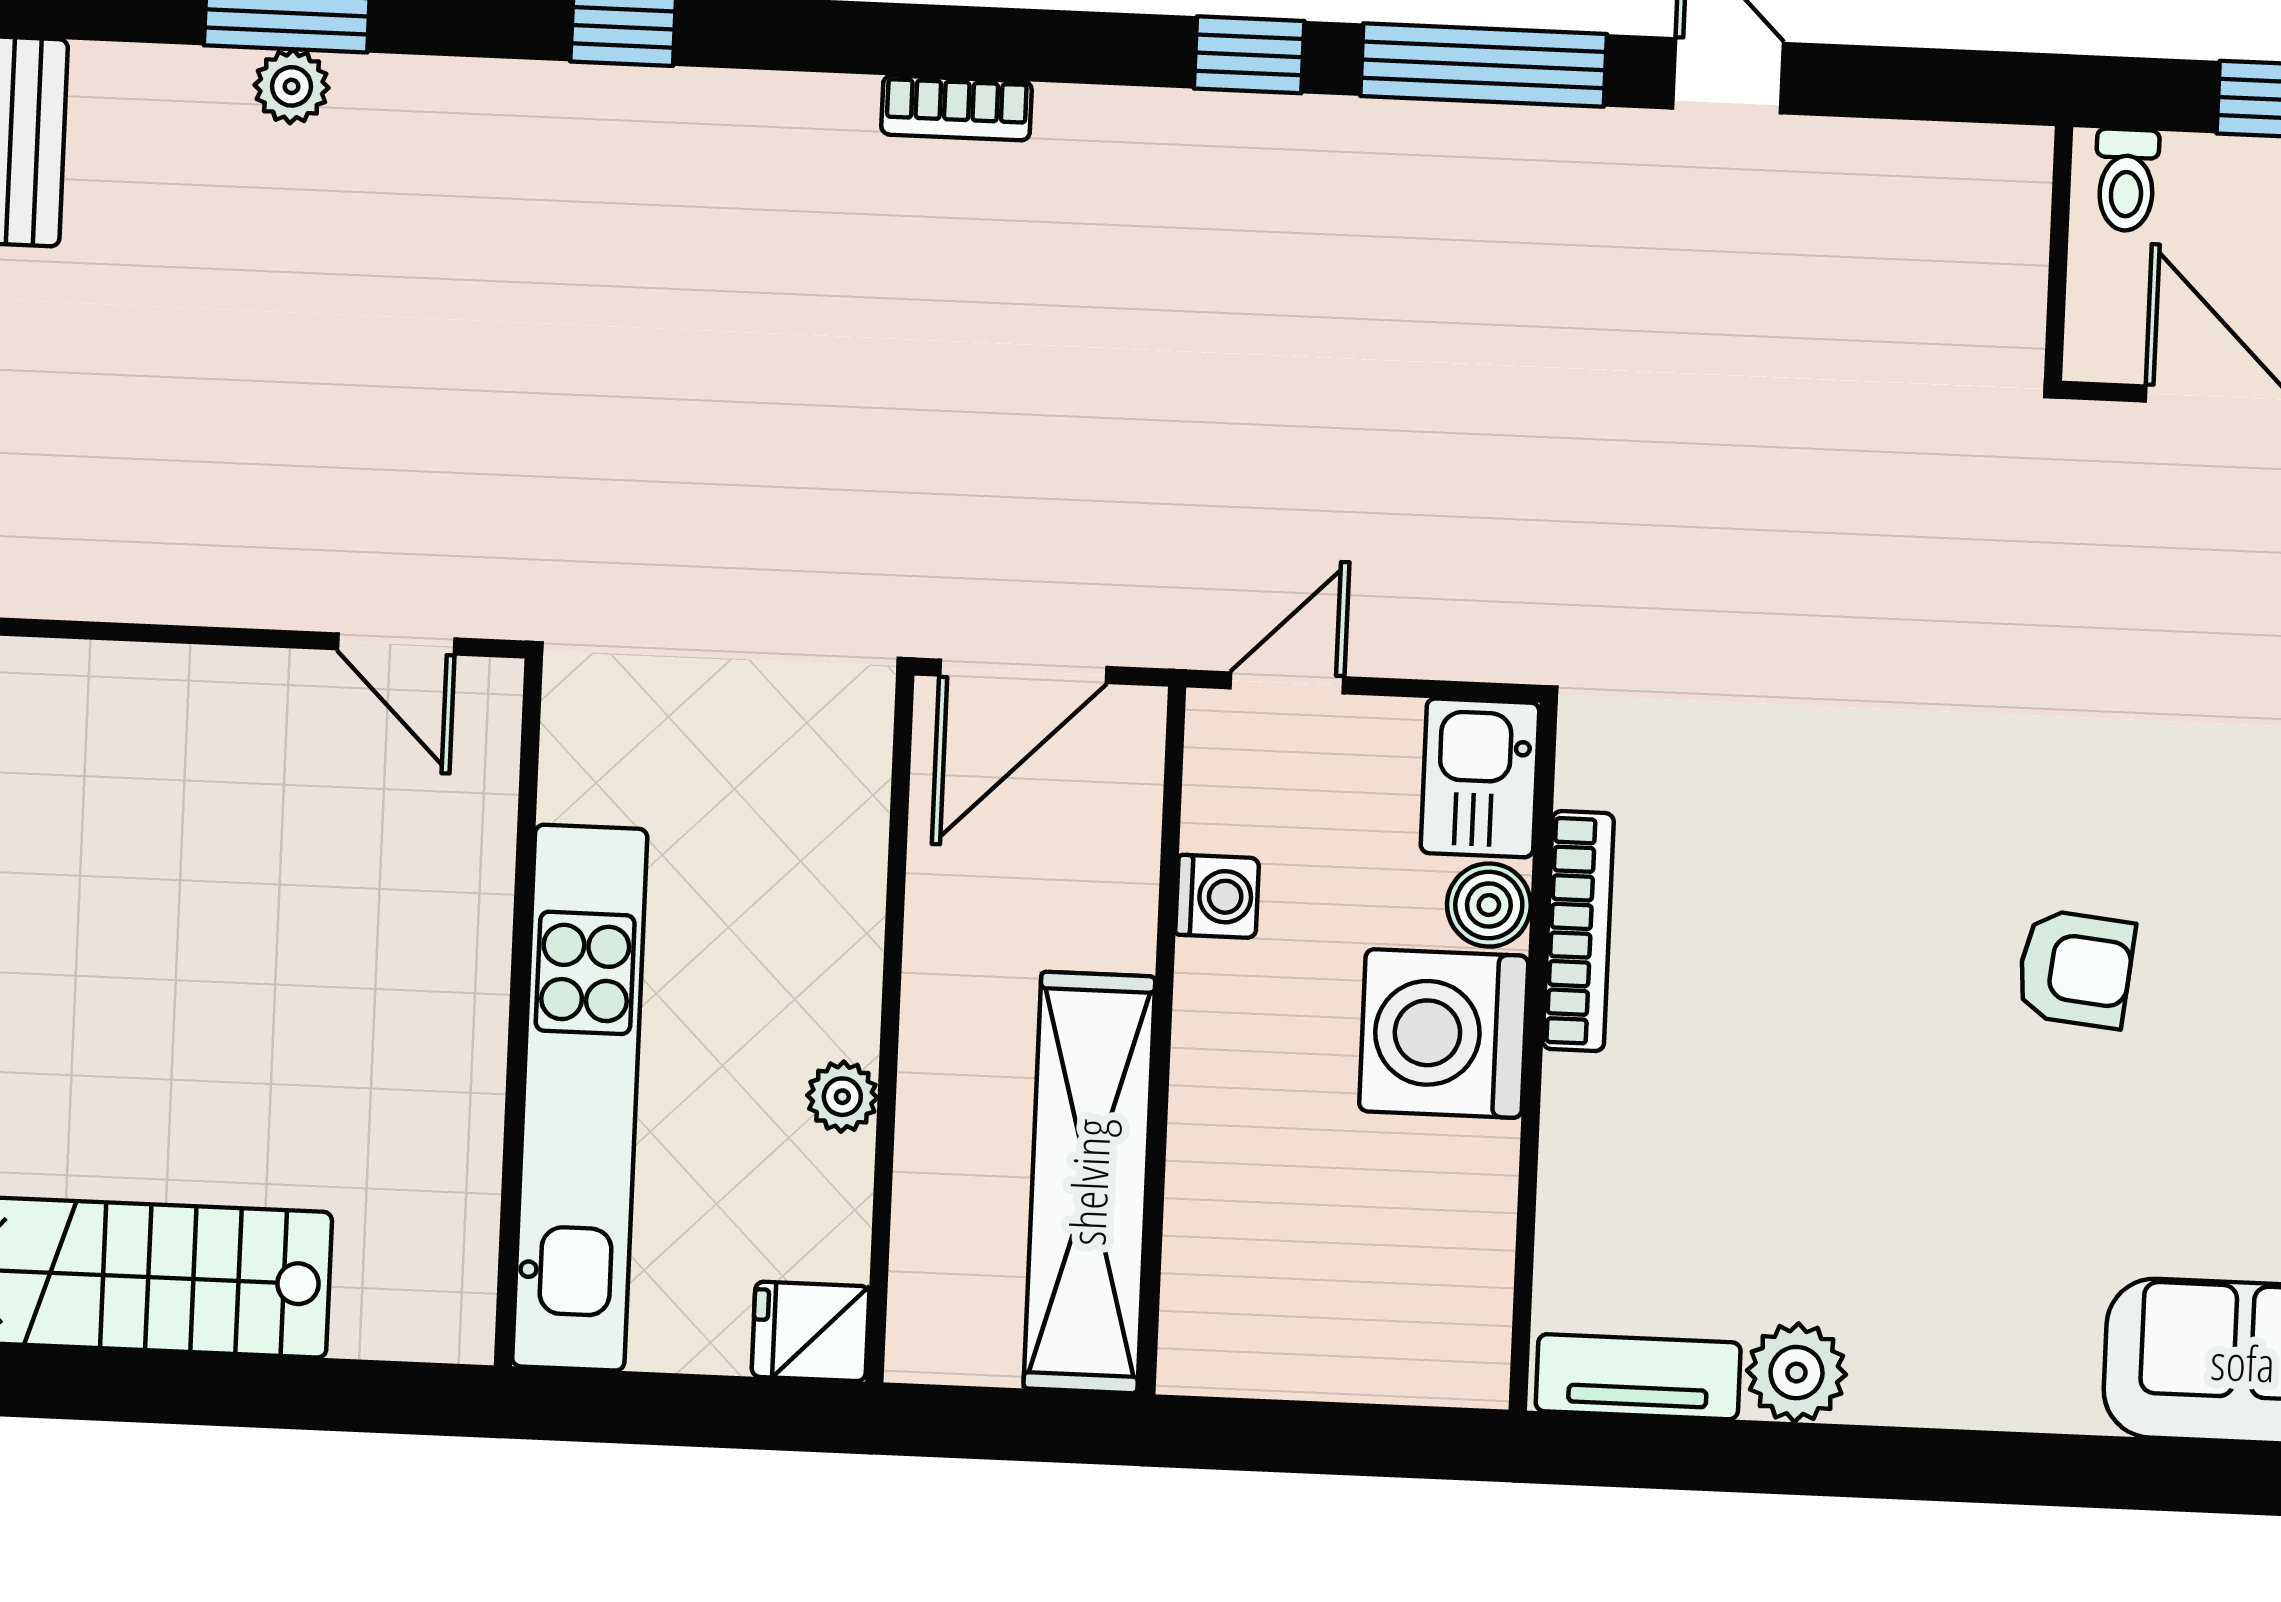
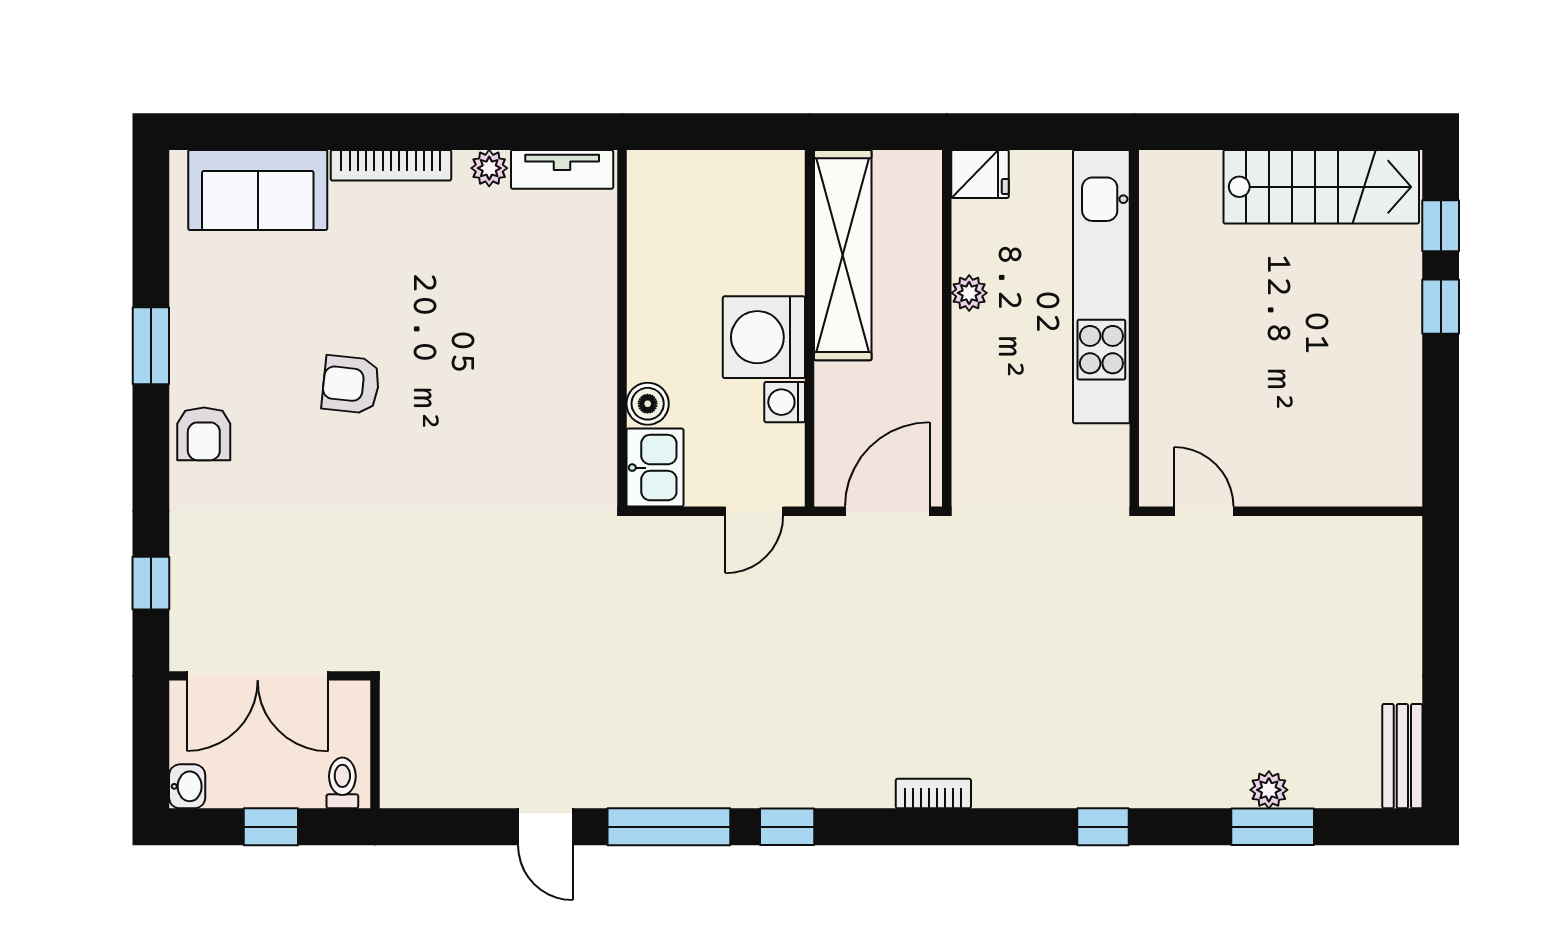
bookcase: (1578, 931) -> (391, 165), moved, turned -90
washing machine: (1444, 1033) -> (764, 337), moved, turned 180
plant: (1796, 1373) -> (489, 168), width x0.73, depth x0.73

